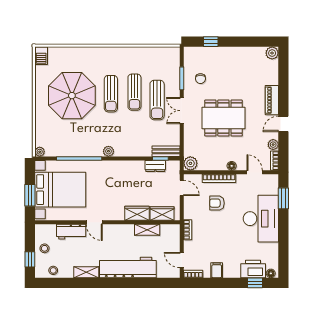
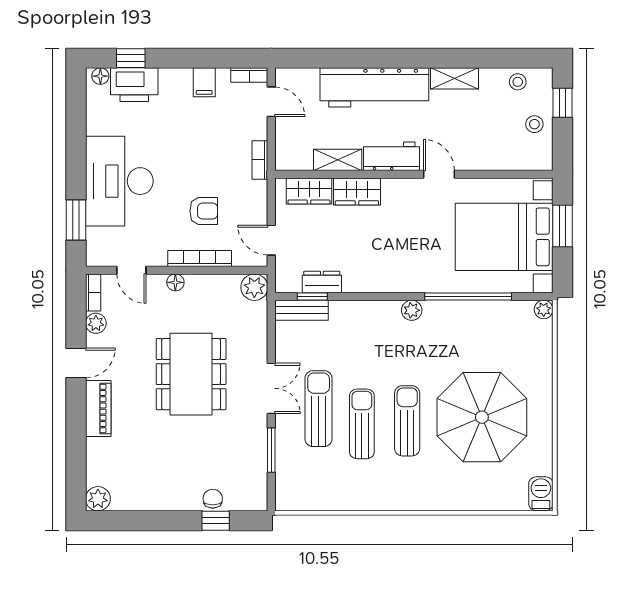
chair: (200, 79) -> (213, 499), moved
dining table: (223, 118) -> (191, 374), turned 90
workbench: (71, 232) -> (391, 156), moved

